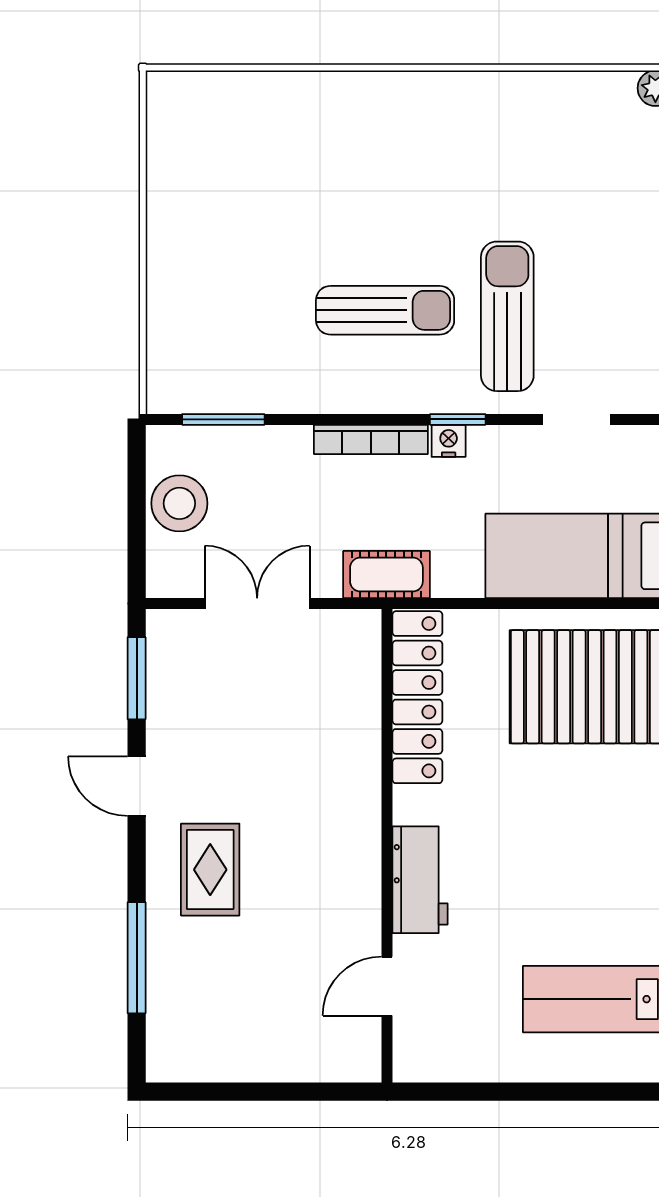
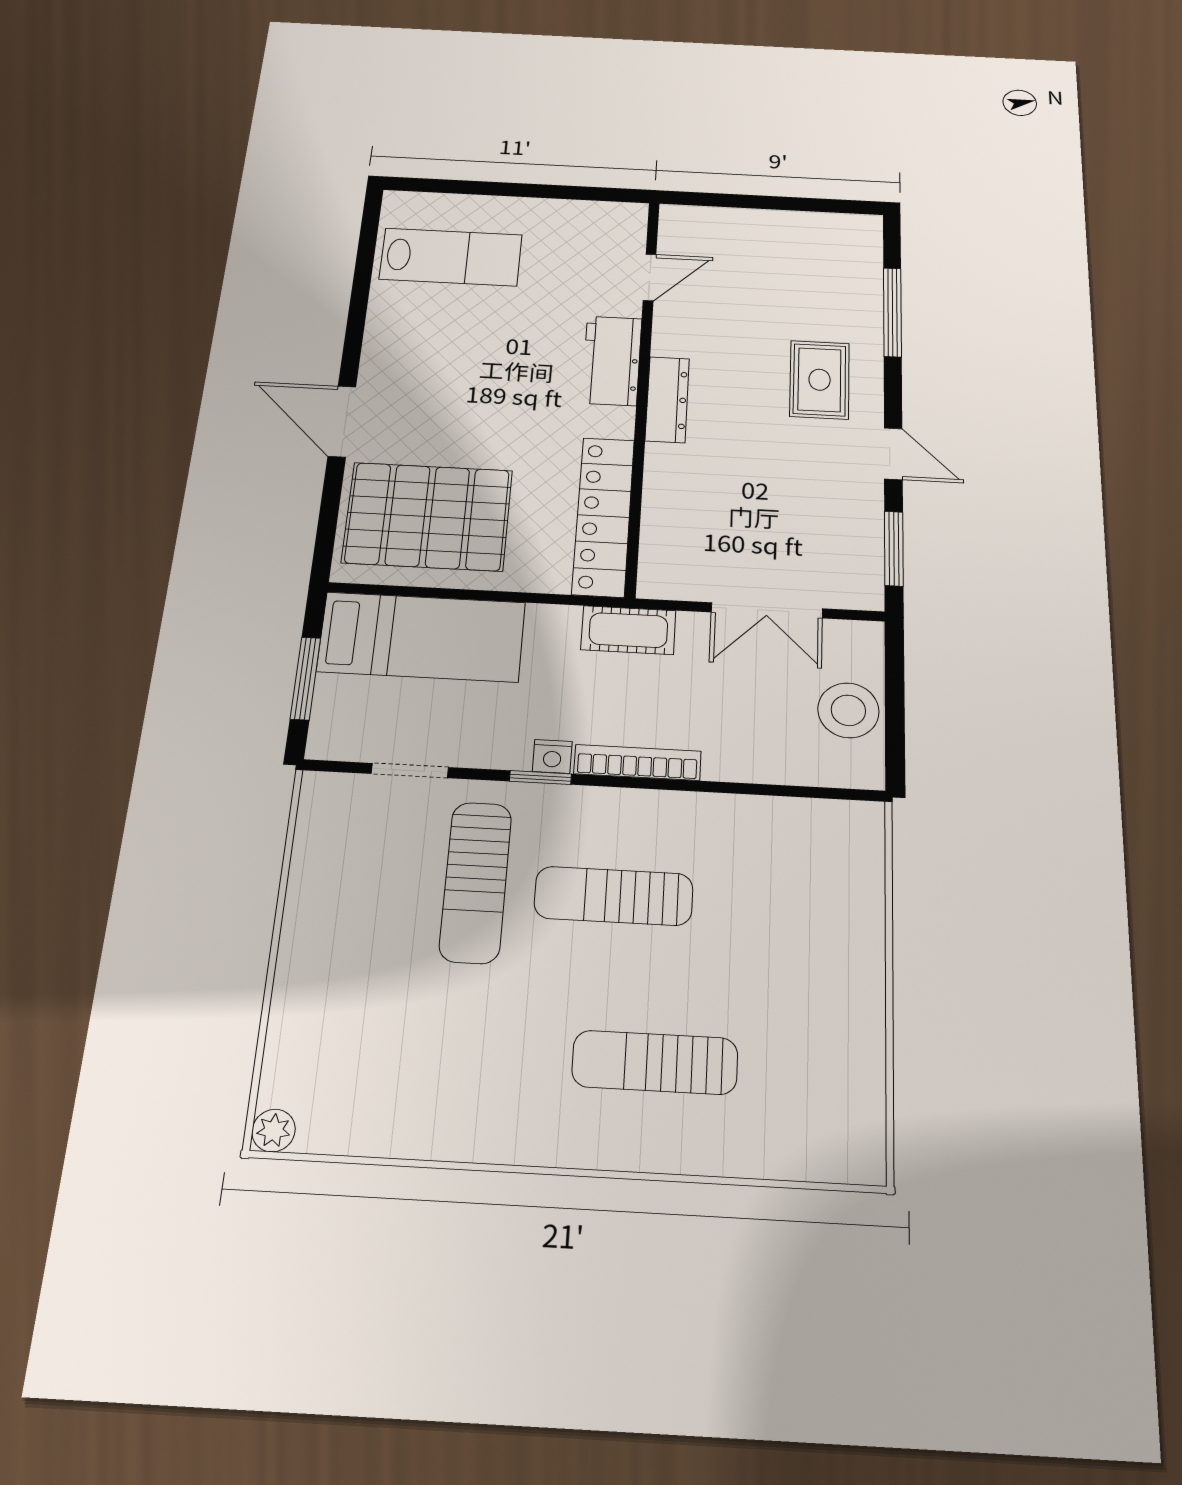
sun lounger: (342, 164) -> (655, 1062), added
window: (223, 419) -> (799, 792), removed
dresser: (362, 836) -> (667, 400), added

